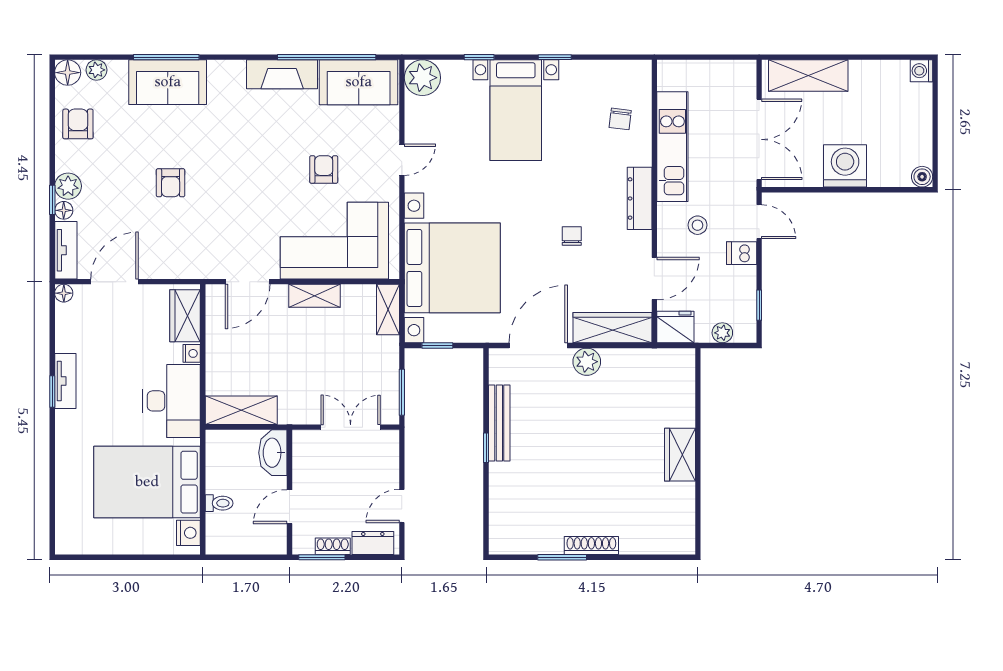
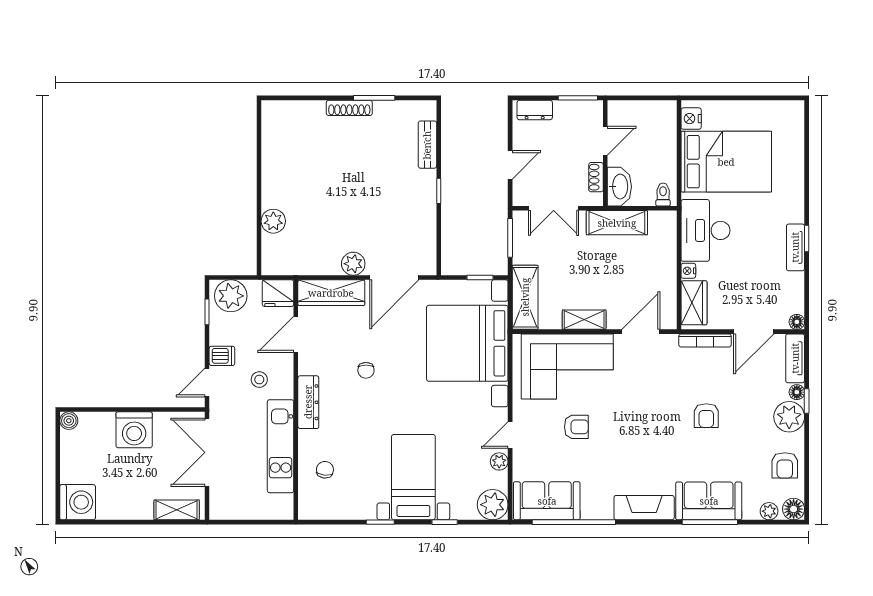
washing machine: (922, 71) -> (78, 502), width x1.89, depth x1.89
fireplace: (282, 74) -> (644, 508), moved
shelving: (808, 76) -> (177, 510), width x0.67, depth x0.75
plant: (415, 129) -> (499, 461), added
armchair: (324, 169) -> (576, 427), turned -90
armchair: (171, 183) -> (706, 416), turned 180
plant: (68, 186) -> (789, 417), width x1.36, depth x1.36
door: (759, 222) -> (207, 382), hinge flipped
bookcase: (172, 271) -> (705, 340), added
shelving: (388, 309) -> (525, 297), width x1.50, depth x1.33
plant: (722, 333) -> (231, 296), width x1.88, depth x1.88
shelving: (241, 410) -> (617, 223), moved
plant: (681, 412) -> (273, 221), added
bench: (499, 423) -> (427, 145), moved, width x0.73
wardrobe: (680, 455) -> (274, 185), removed
toilet: (219, 503) -> (663, 194), moved, turned 90
door: (402, 506) -> (510, 165), moved
shoe rack: (333, 546) -> (596, 177), moved, turned 90

